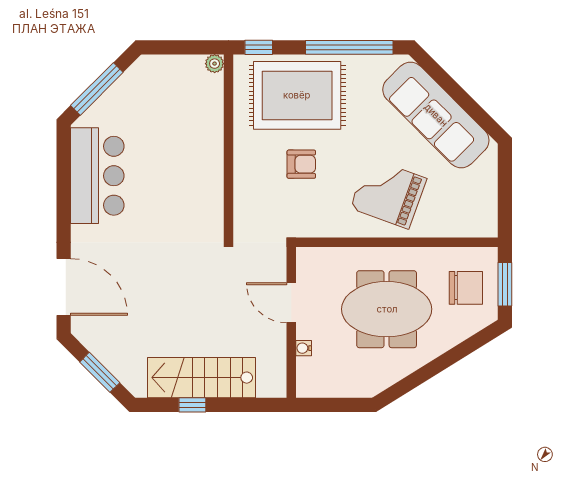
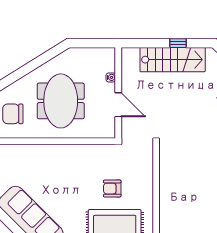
grand piano: (388, 193) -> (60, 171), removed
meeting table: (387, 309) -> (61, 101), turned 90

